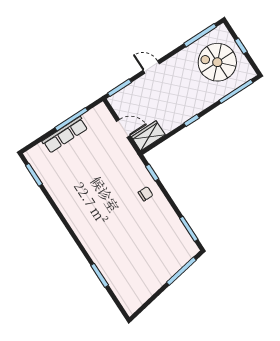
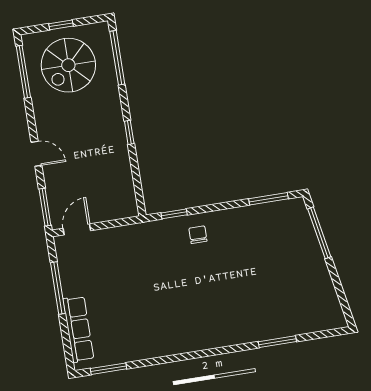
door: (151, 67) -> (36, 154), swing flipped
door: (123, 128) -> (77, 229), moved
row of seats: (65, 135) -> (78, 329), moved
wardrobe: (148, 136) -> (124, 197), removed

